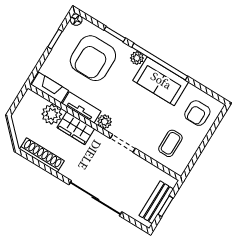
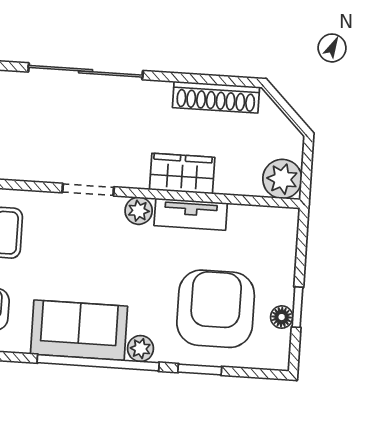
floor lamp: (76, 20) -> (282, 317), moved
fireplace: (50, 88) -> (263, 220), removed
plant: (52, 114) -> (282, 179), moved

